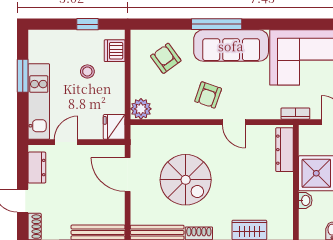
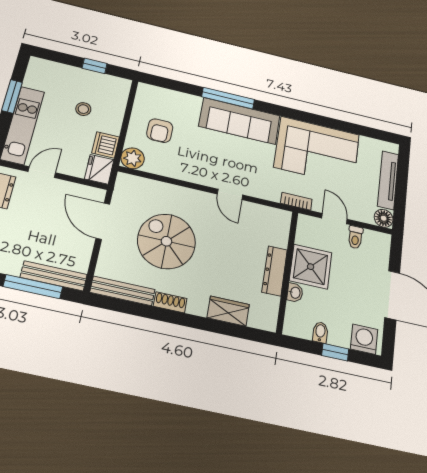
dishwasher: (115, 51) -> (106, 145), moved
armchair: (166, 58) -> (160, 131), moved, turned -144
armchair: (208, 95) -> (207, 162), removed
dresser: (285, 150) -> (275, 271), moved
spiral stairs: (186, 180) -> (166, 241), turned 180

